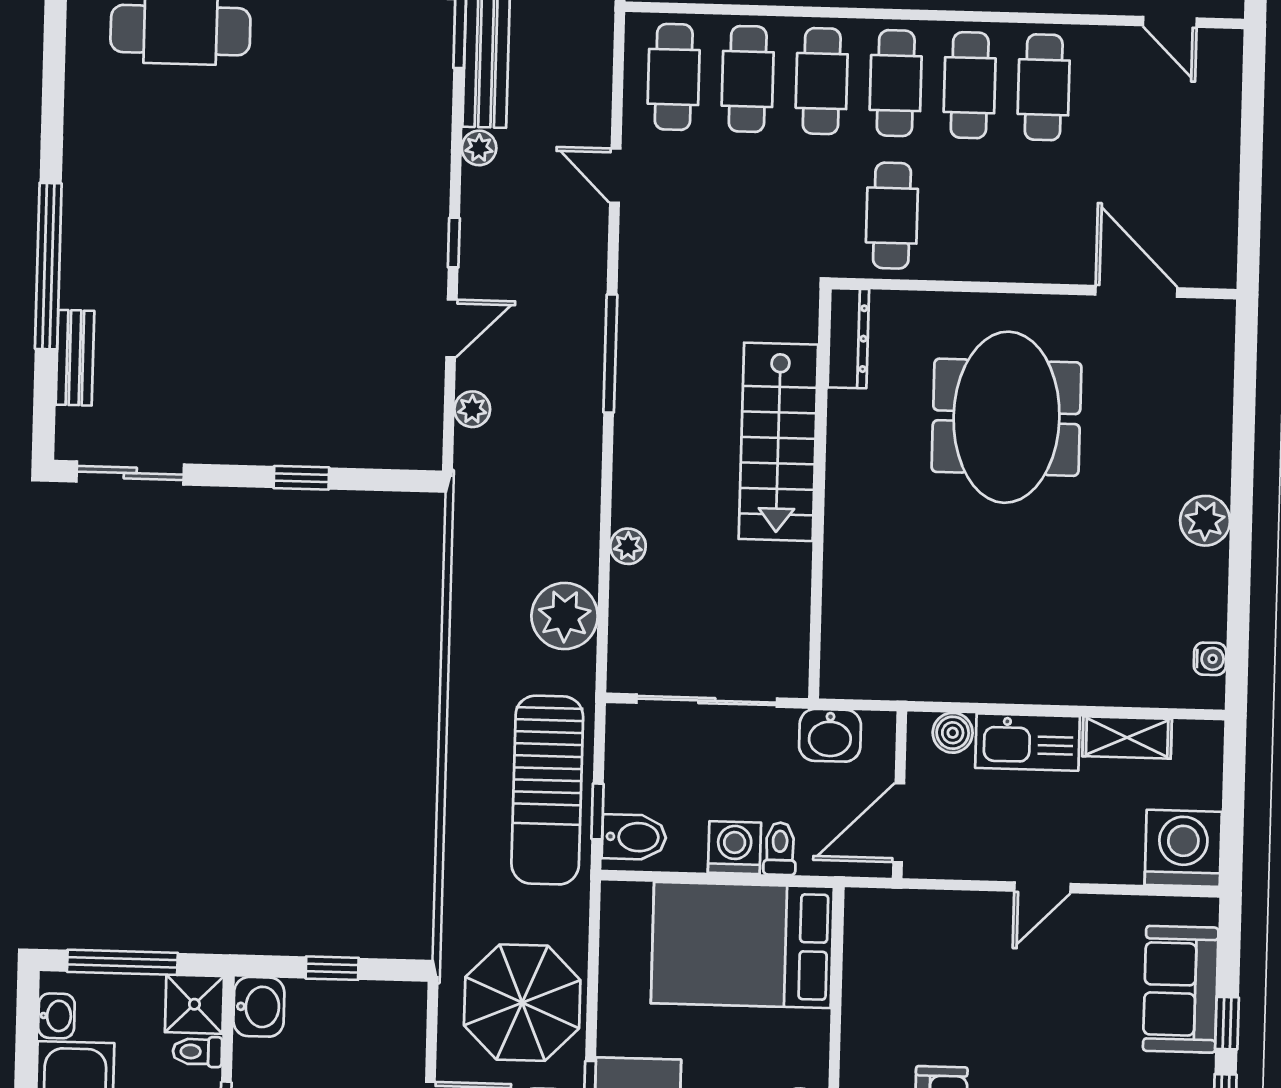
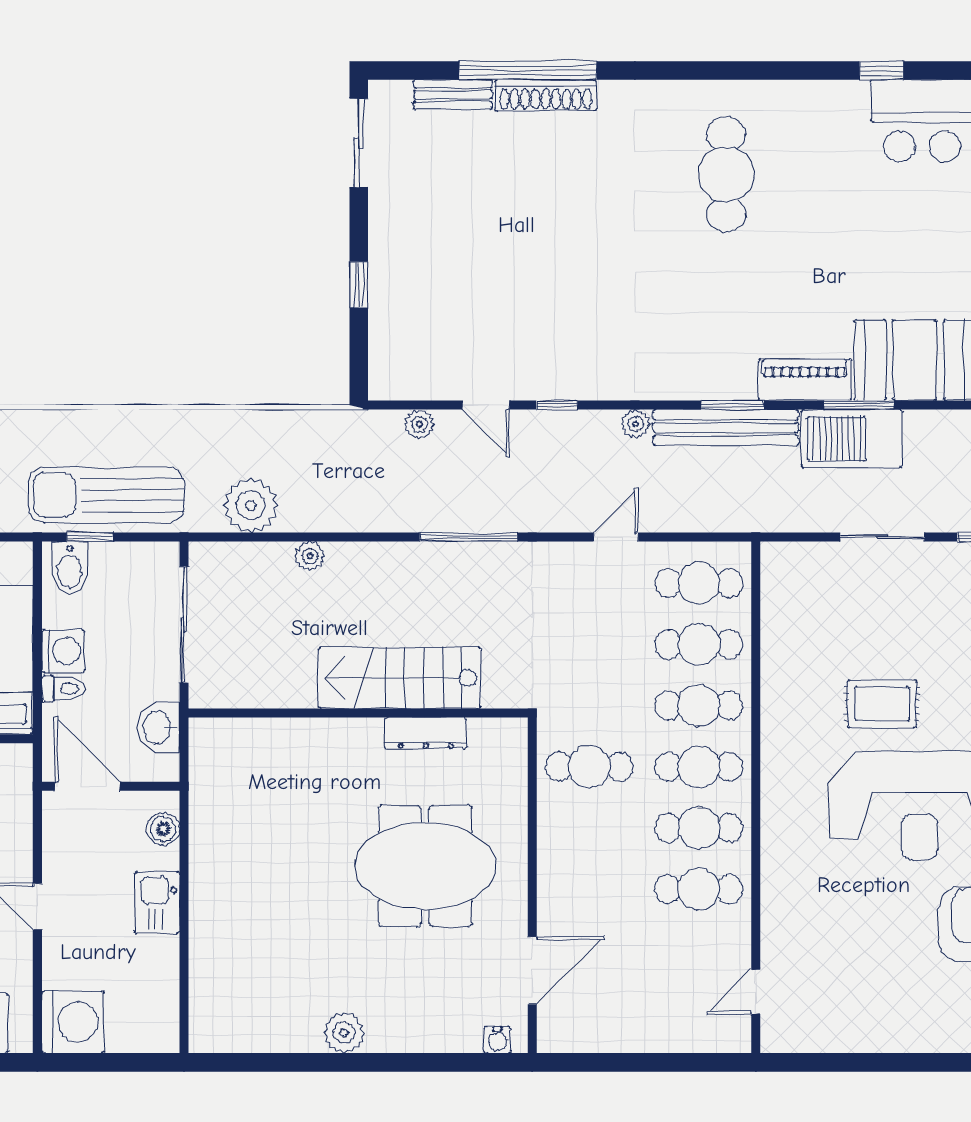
shoe rack: (79, 245) -> (546, 95), added
dresser: (848, 338) -> (426, 733), moved
water cooler: (1210, 659) -> (498, 1040), moved
shelving: (1127, 738) -> (163, 973), removed
kitchen sink: (1028, 742) -> (157, 903), width x0.73

